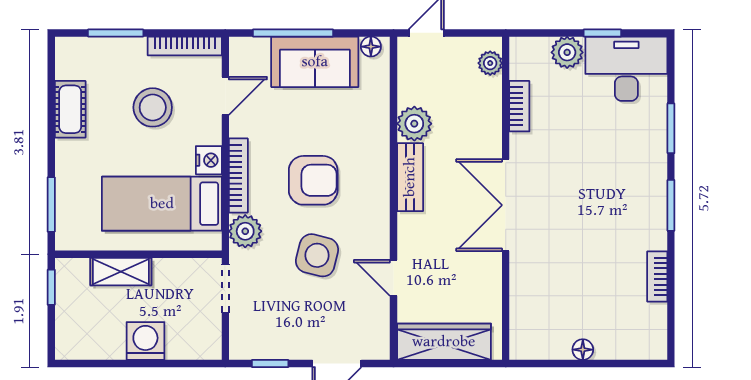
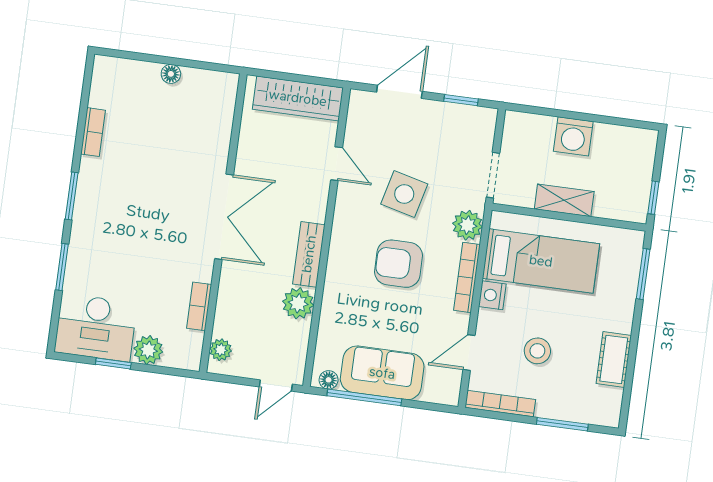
window: (293, 33) -> (364, 397), moved
stool: (153, 107) -> (537, 351), width x0.73, depth x0.73
shelving: (121, 272) -> (564, 200), moved

